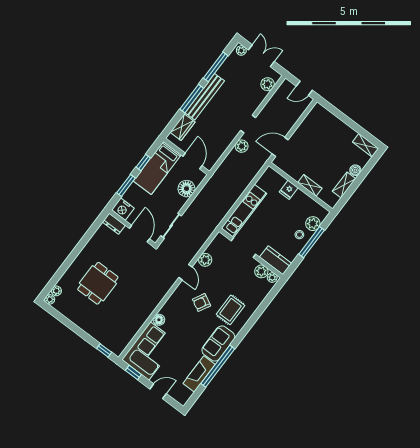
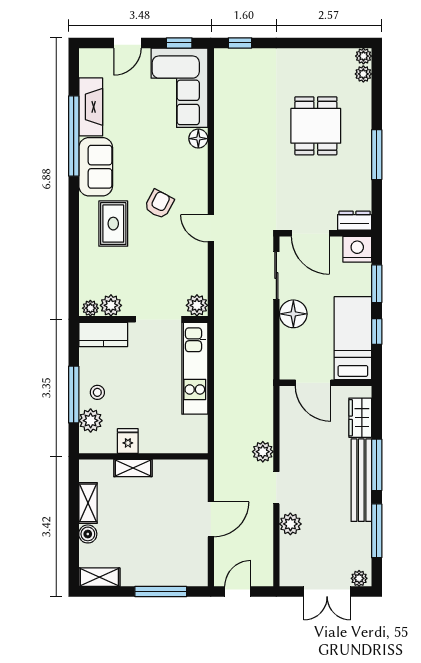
plant: (268, 84) -> (290, 524), moved
window: (341, 116) -> (161, 592), added
door: (280, 147) -> (211, 519), moved
floor lamp: (186, 189) -> (293, 314), moved
fridge: (289, 190) -> (128, 441), moved
window: (79, 247) -> (377, 155), added
plant: (205, 260) -> (197, 305), moved

